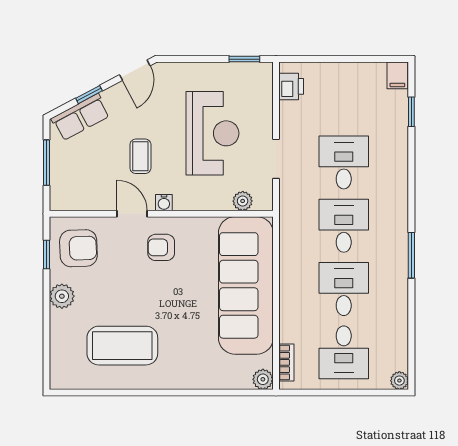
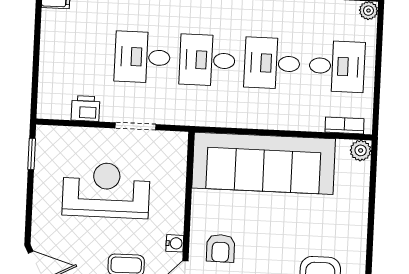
printer: (291, 86) -> (85, 108), moved
plant: (243, 201) -> (177, 163), removed

